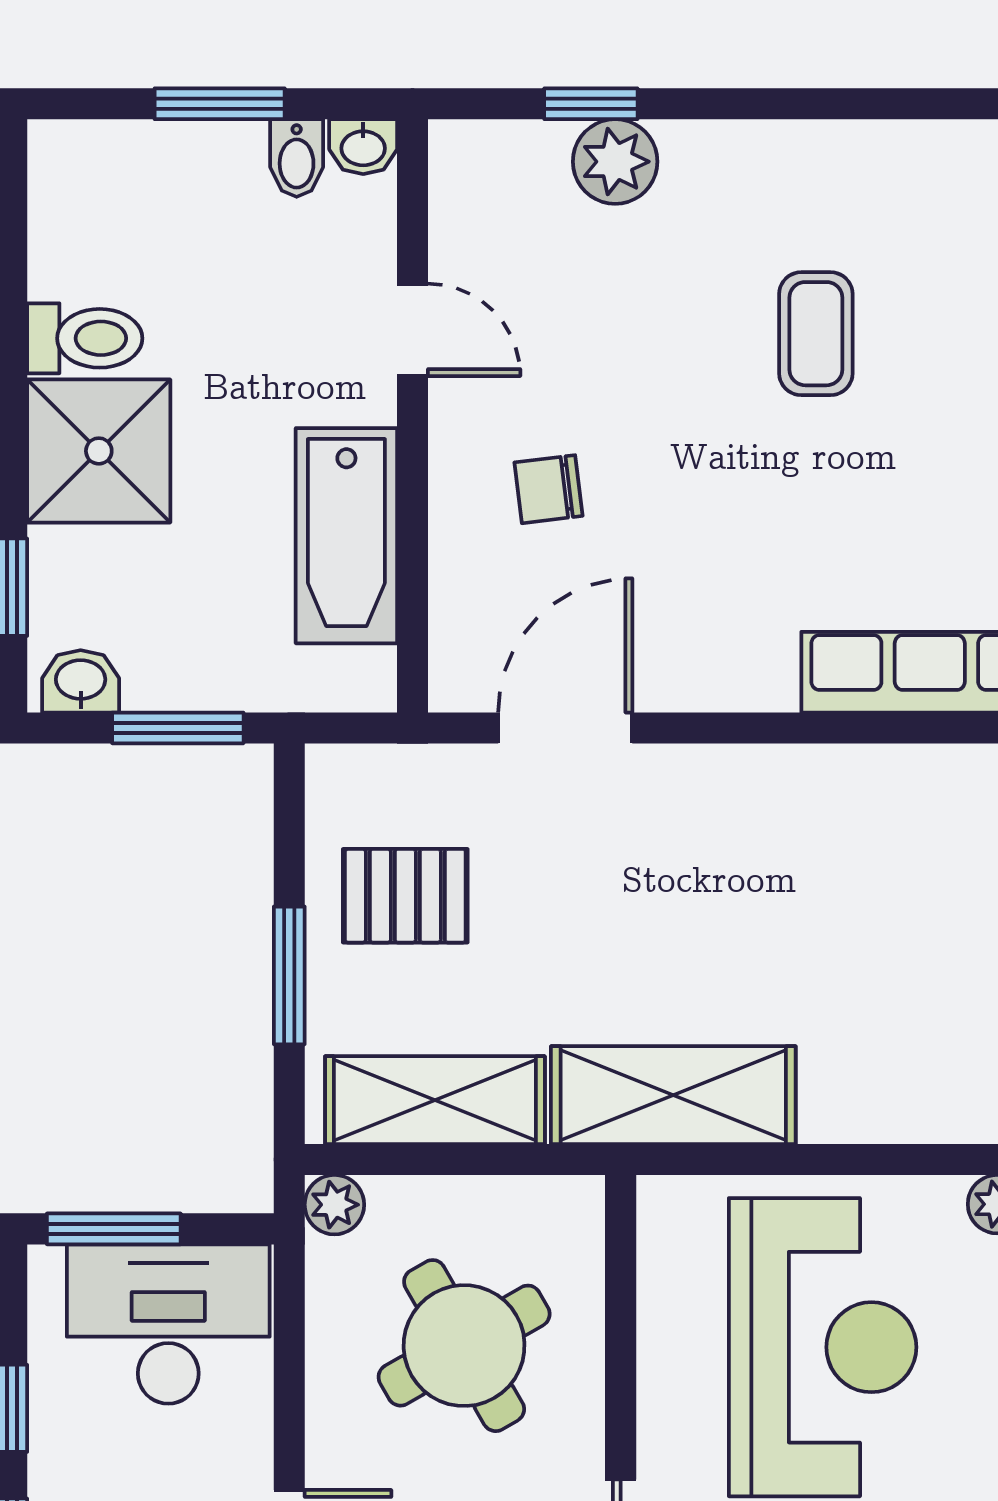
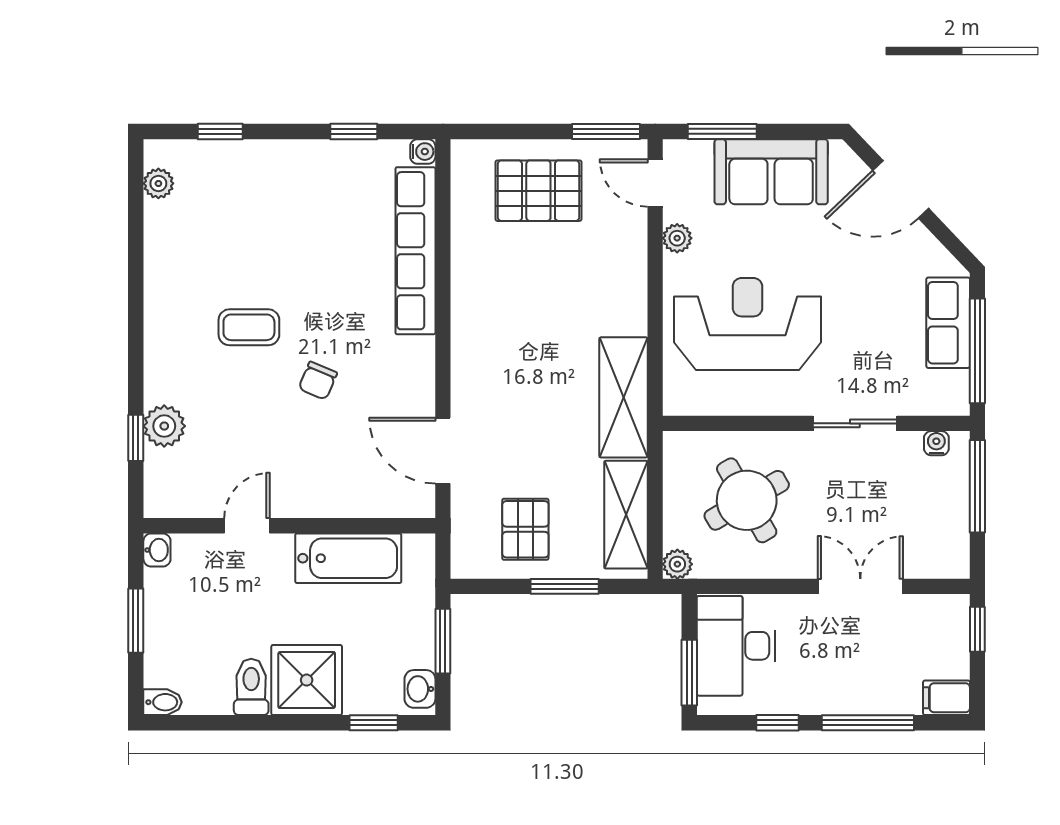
bidet: (297, 158) -> (163, 702), moved
chair: (548, 489) -> (318, 381), moved, turned 30

